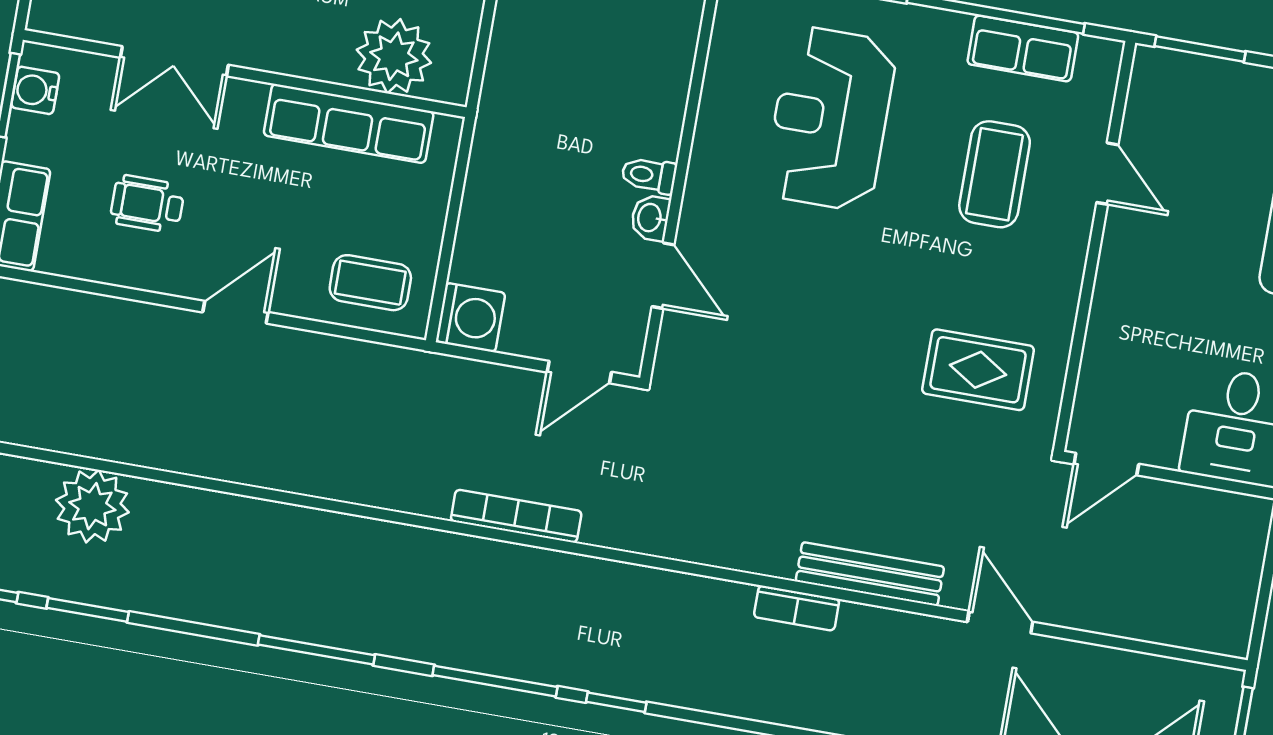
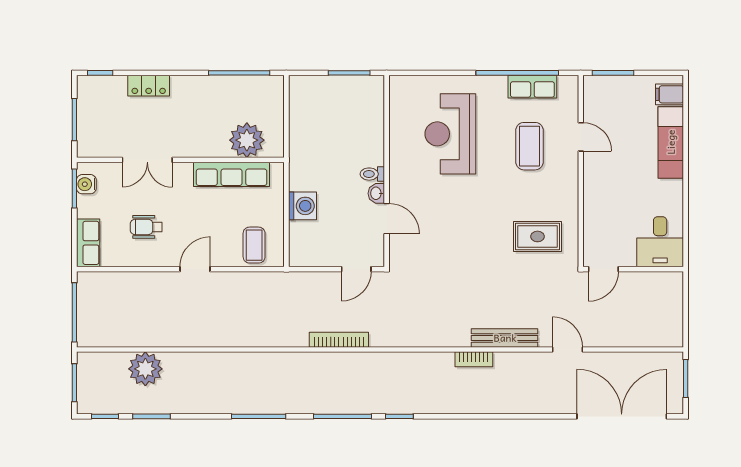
coffee table: (370, 283) -> (254, 245), turned 90
washing machine: (471, 317) -> (302, 206), moved

